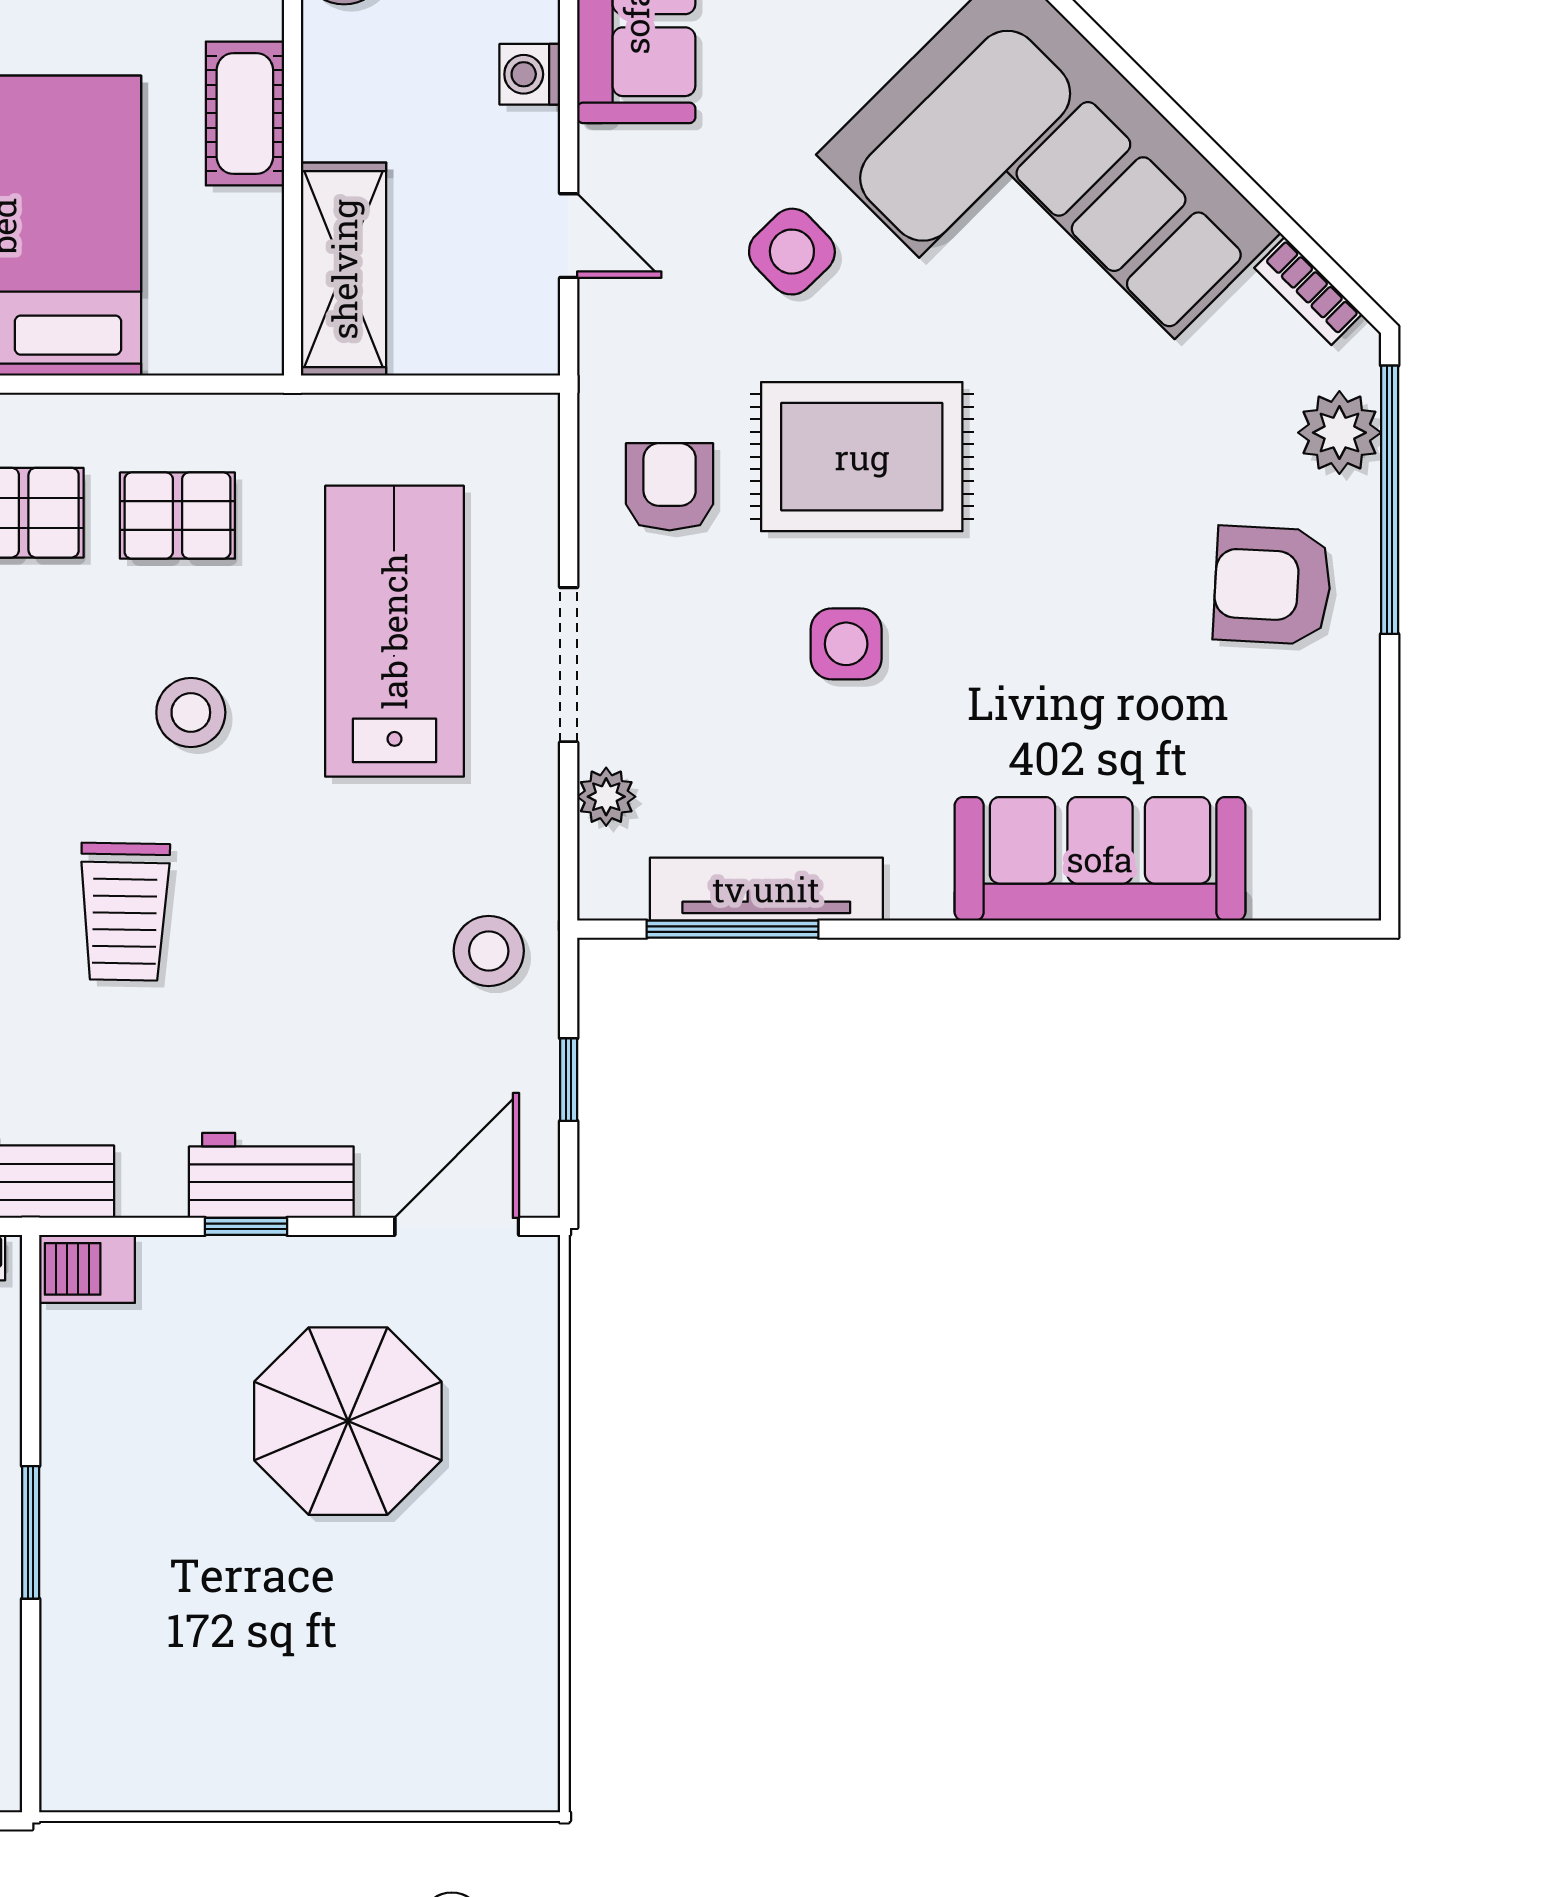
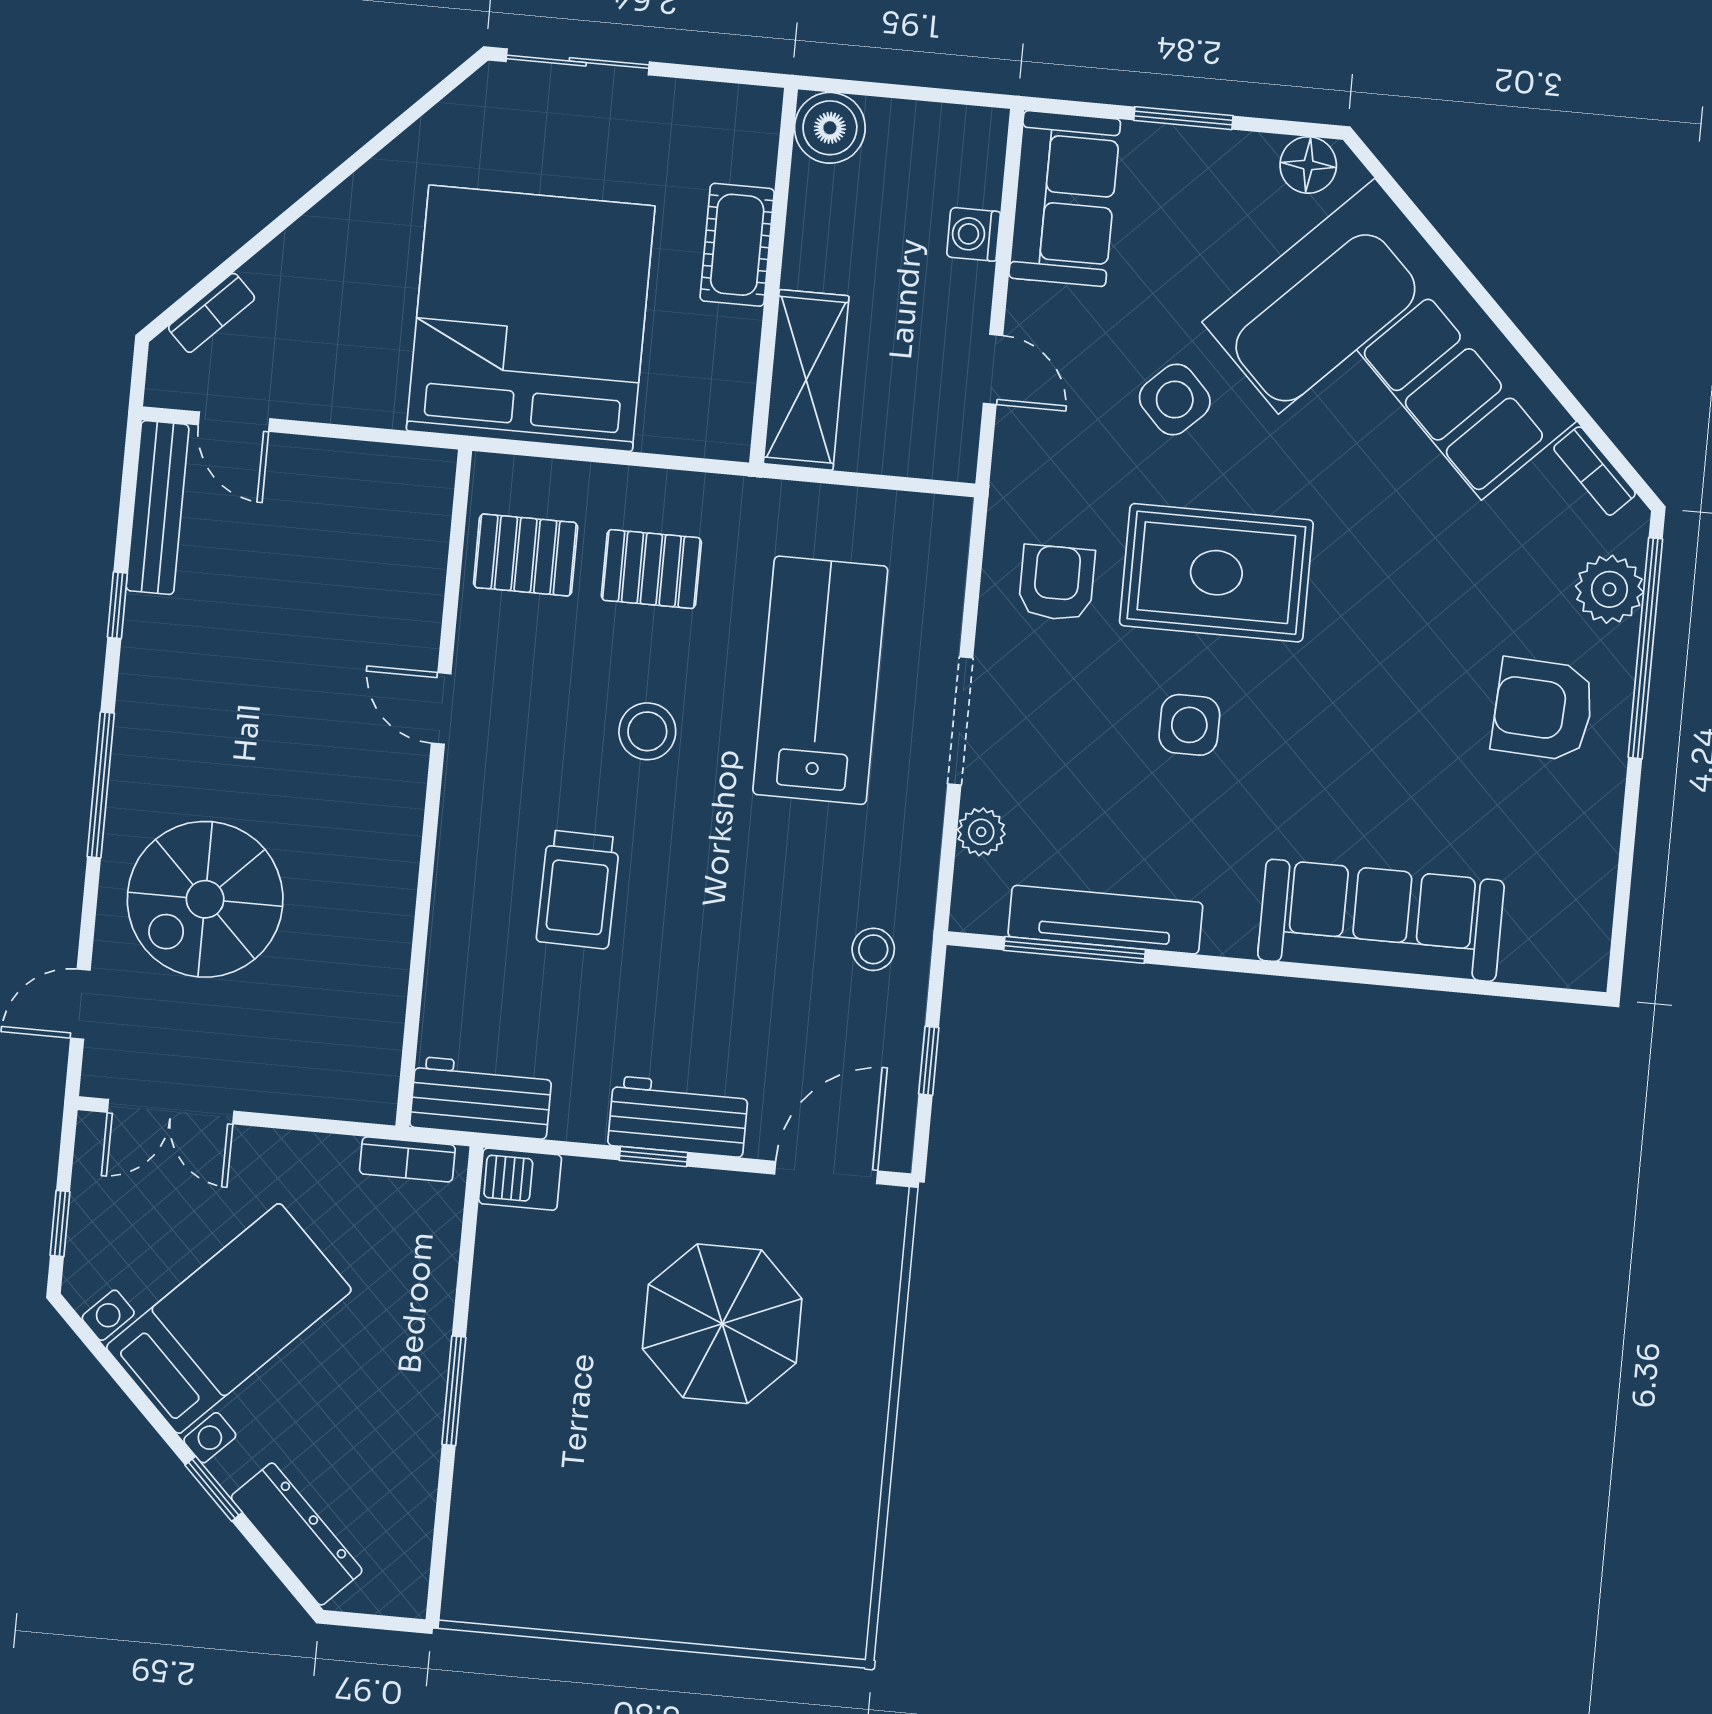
stool: (489, 951) -> (873, 949), width x0.73, depth x0.73

